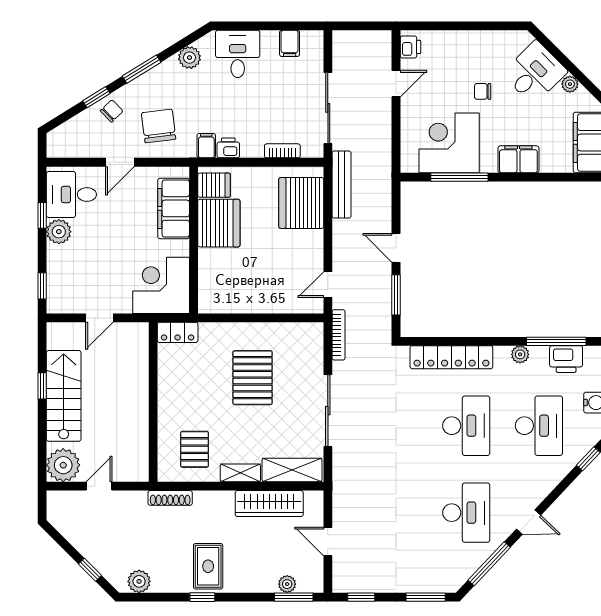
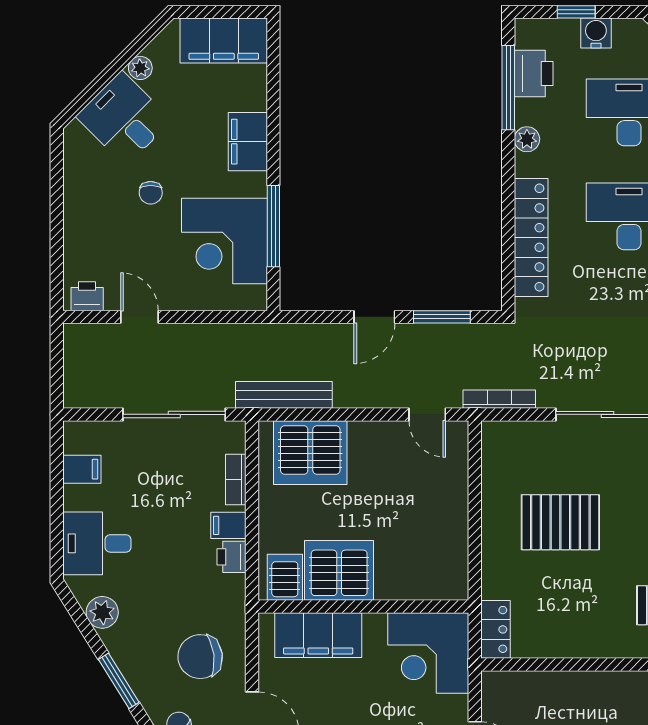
filing cabinet: (206, 146) -> (228, 525), moved

